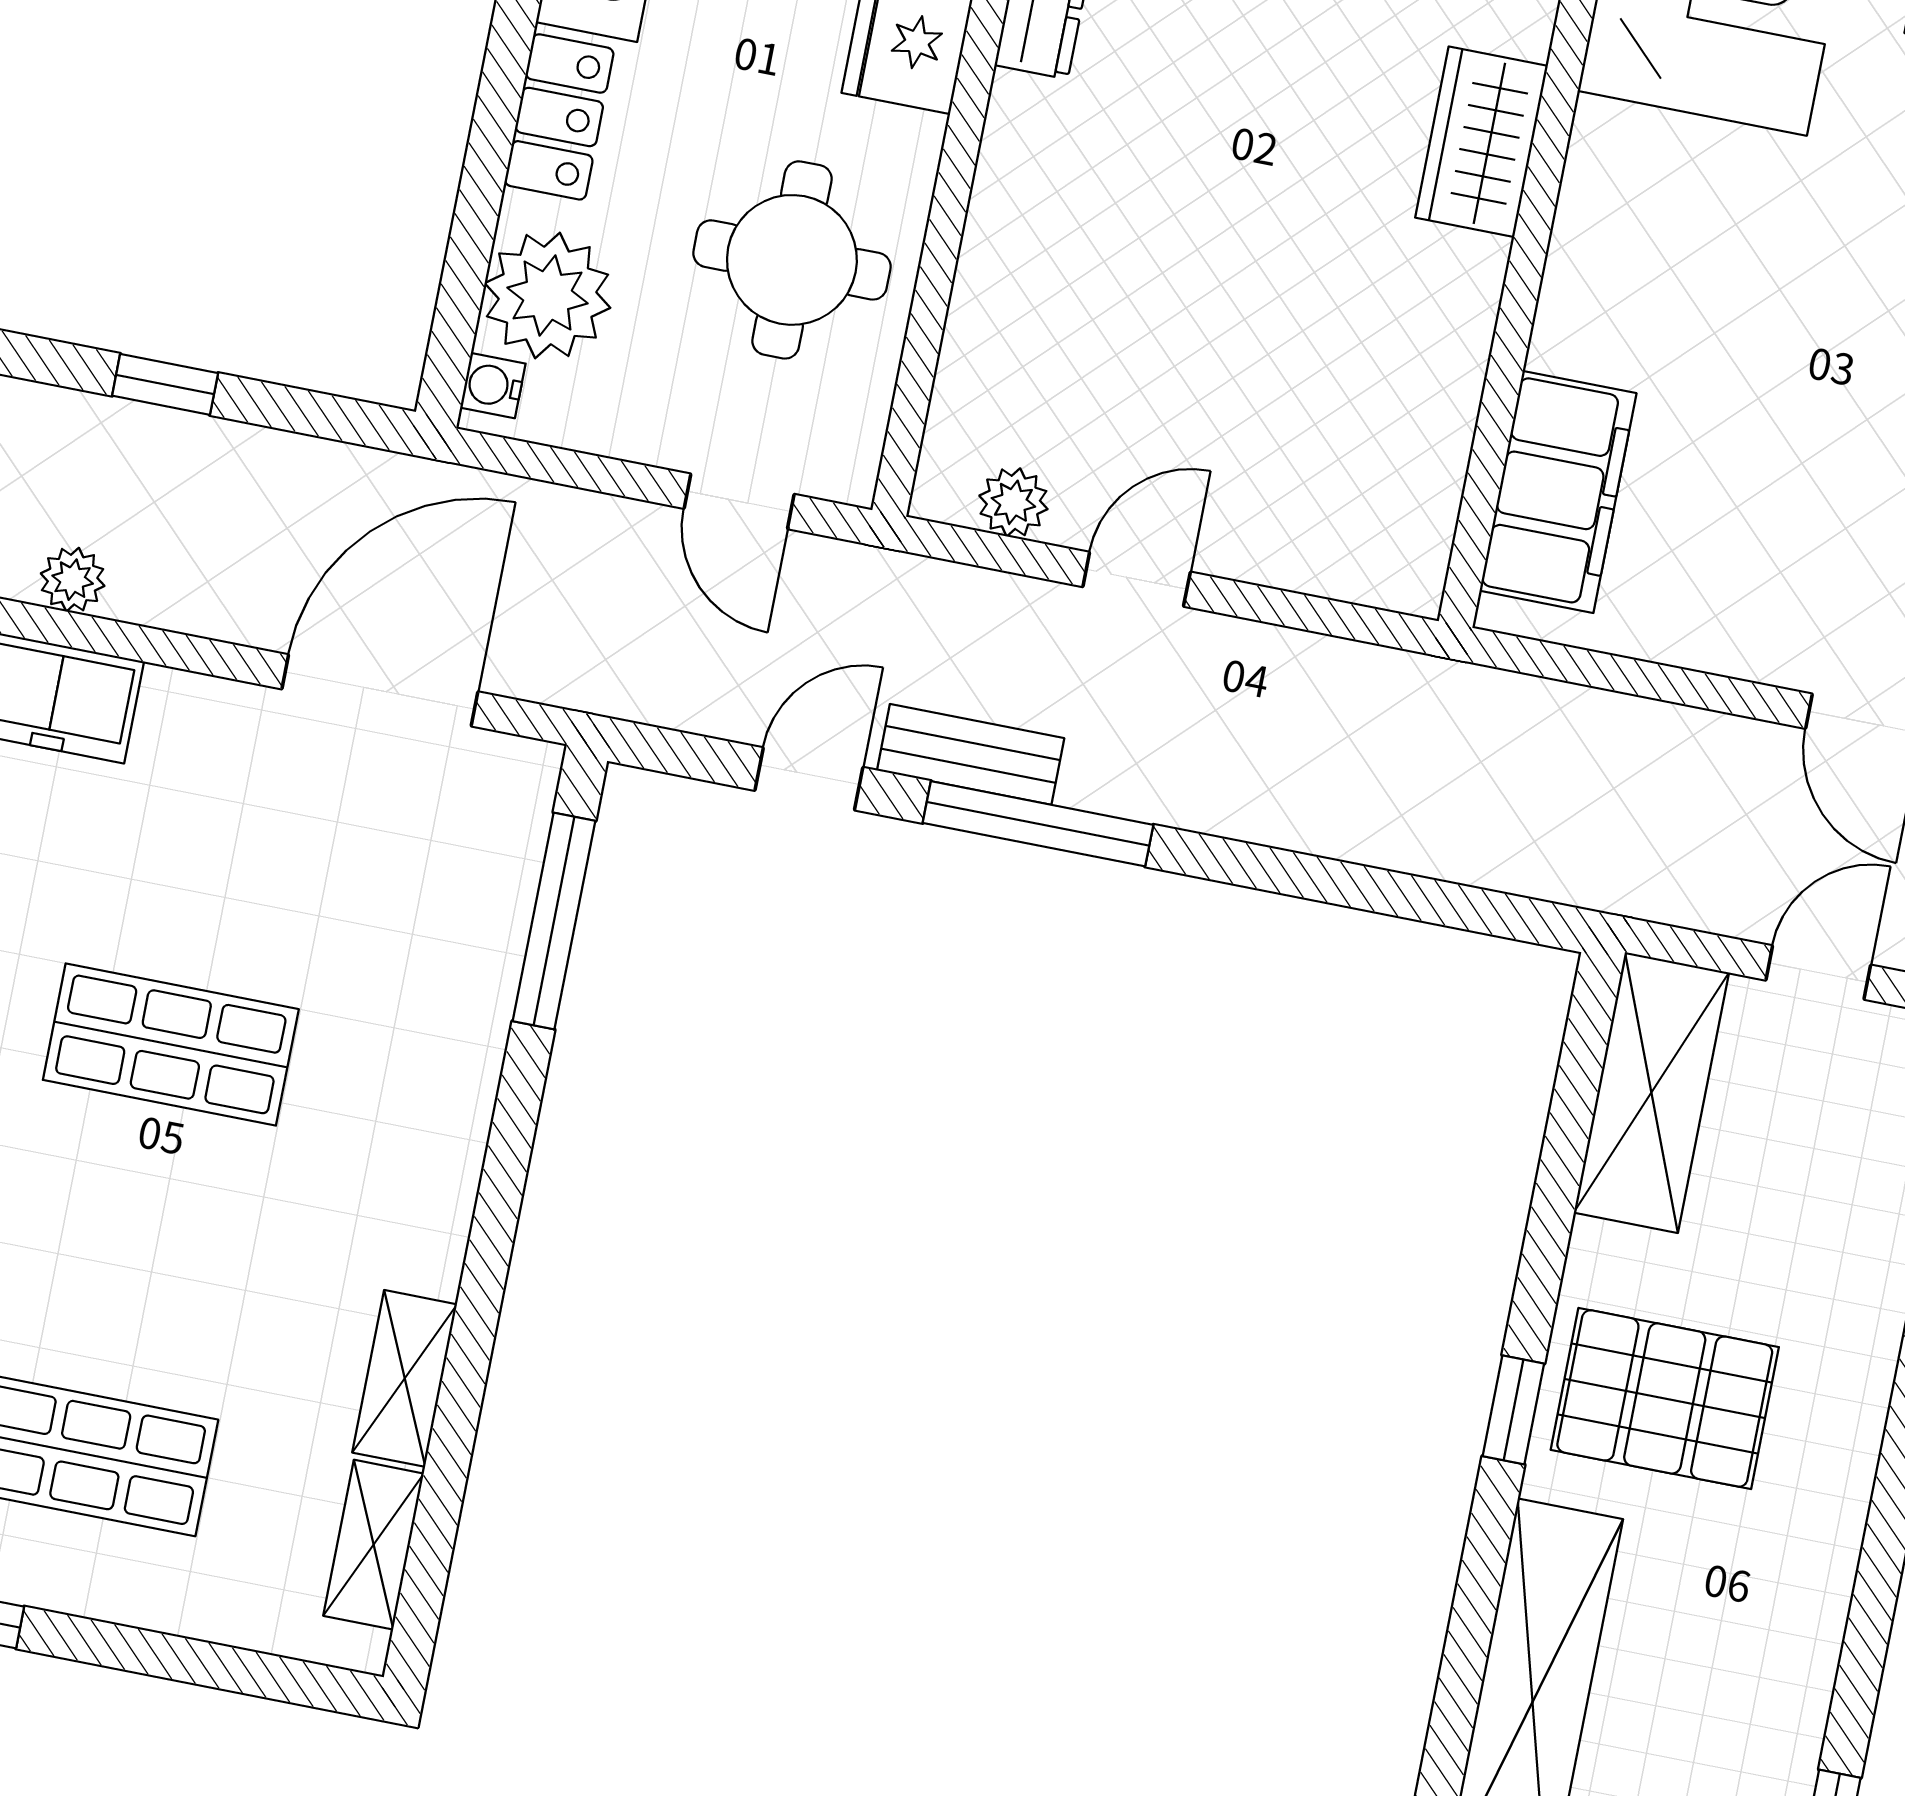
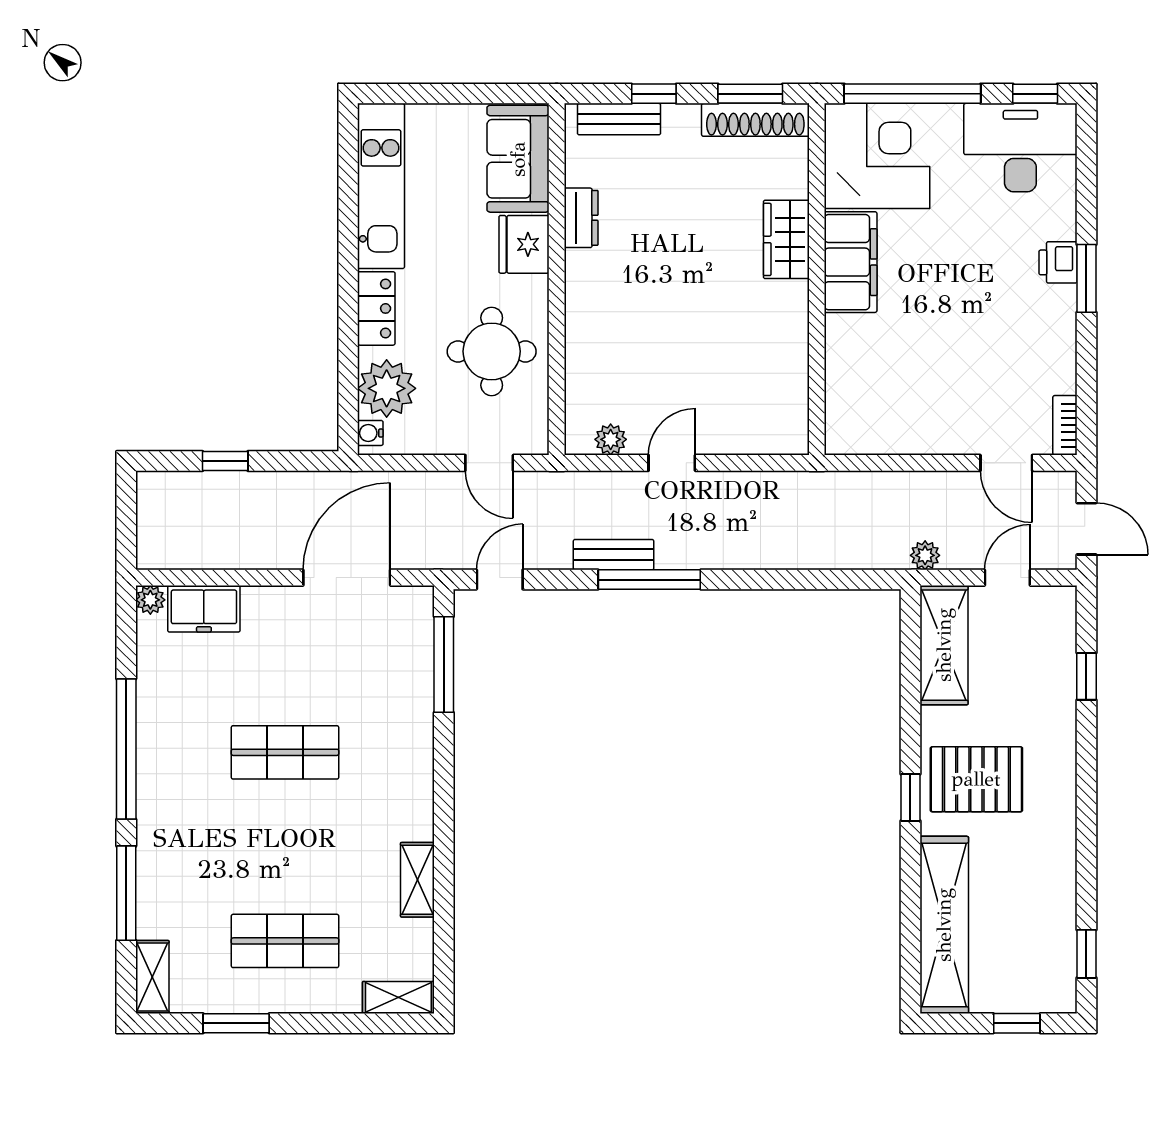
filing cabinet: (1558, 492) -> (851, 262), moved
plant: (73, 580) -> (925, 555), moved
door: (809, 779) -> (500, 580), moved
shelving: (374, 1545) -> (398, 998), moved, turned 90

